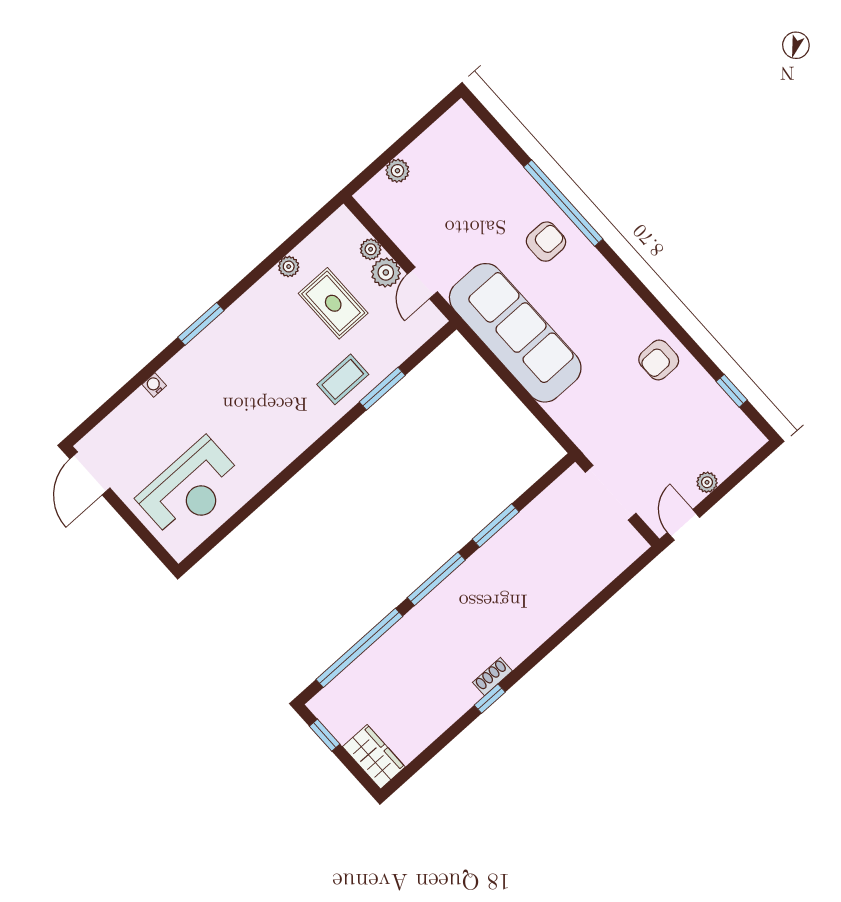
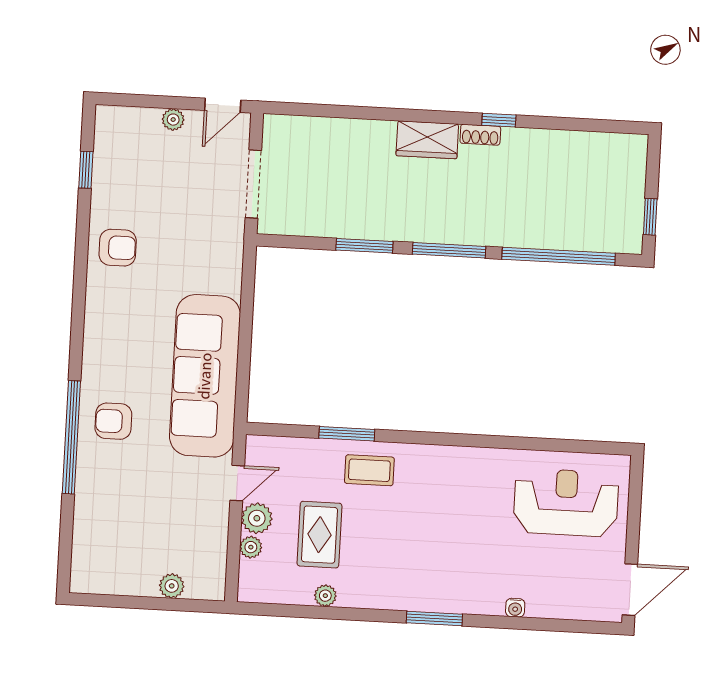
wardrobe: (374, 757) -> (427, 140), moved, turned -90

